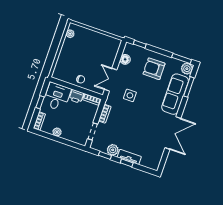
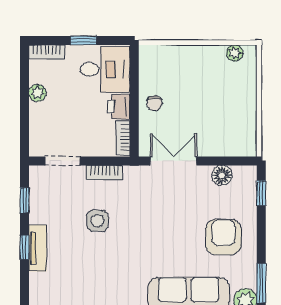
side table: (130, 95) -> (97, 221), moved
plant: (113, 150) -> (40, 212), removed

